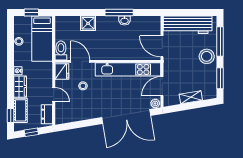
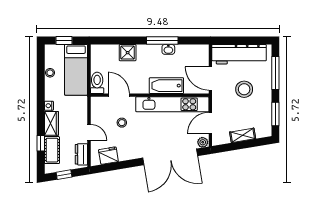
bathtub: (123, 53) -> (166, 86), added
stool: (207, 56) -> (244, 89), moved
fridge: (62, 72) -> (108, 156), moved, turned -99
window: (11, 115) -> (41, 143), moved

